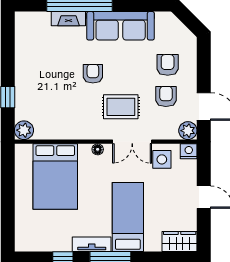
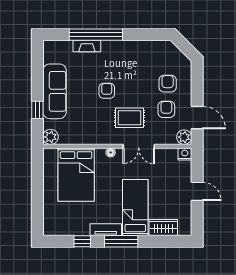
sofa: (121, 26) -> (55, 91), moved, turned -90
side table: (162, 159) -> (163, 161), removed
wardrobe: (180, 241) -> (163, 227), moved

